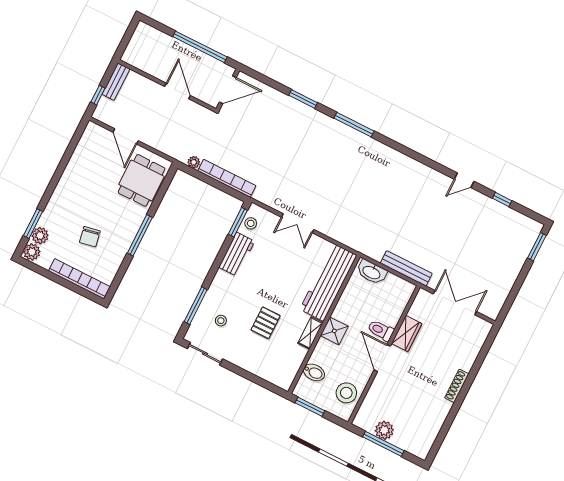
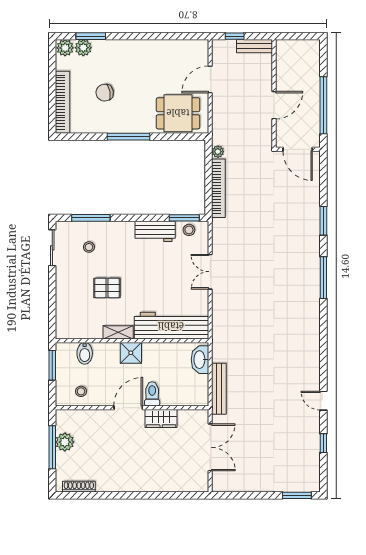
shoe rack: (457, 386) -> (79, 487), moved
stool: (346, 393) -> (81, 391), width x0.53, depth x0.53

